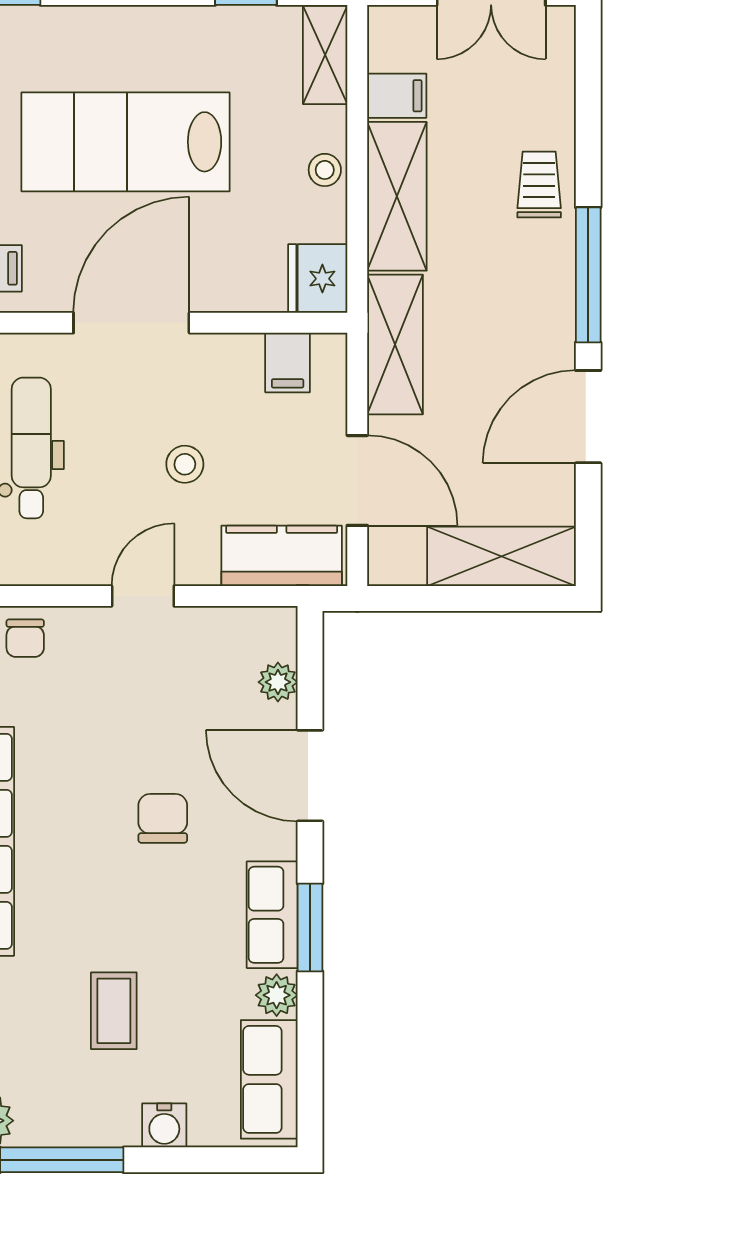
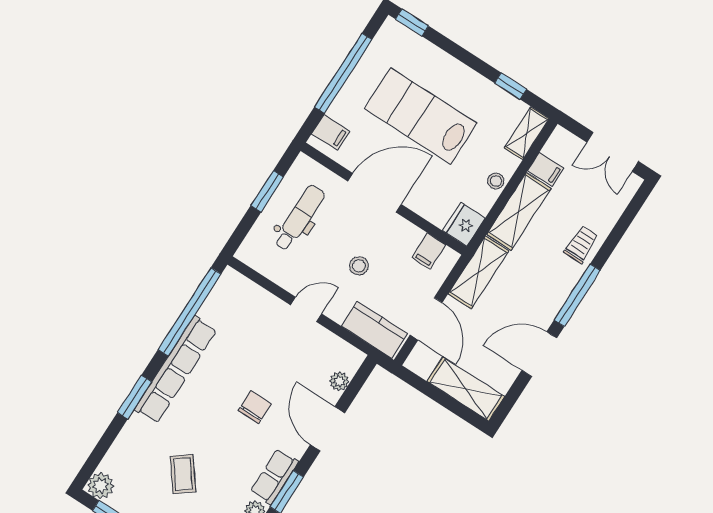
chair: (25, 638) -> (246, 295), removed
coffee table: (114, 1011) -> (183, 474), turned -37

